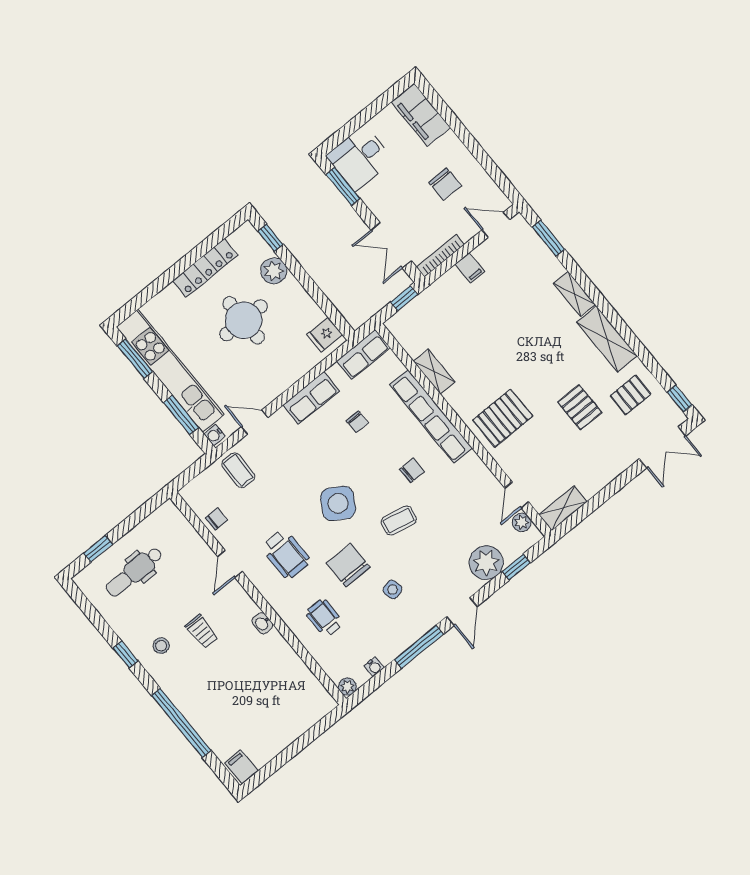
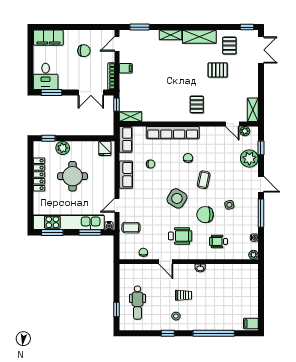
shelving: (434, 372) -> (130, 117), moved
pallet: (503, 418) -> (197, 104), width x0.67, depth x0.71

